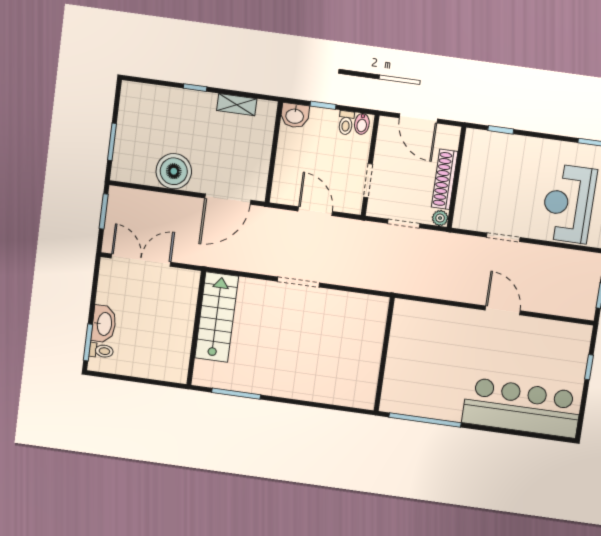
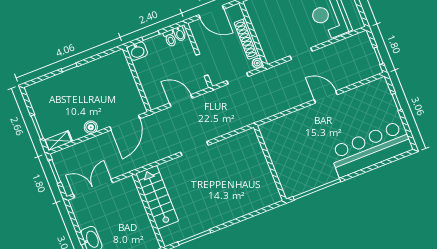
shelving: (237, 105) -> (58, 141), moved
boiler: (174, 171) -> (91, 127), width x0.54, depth x0.54

